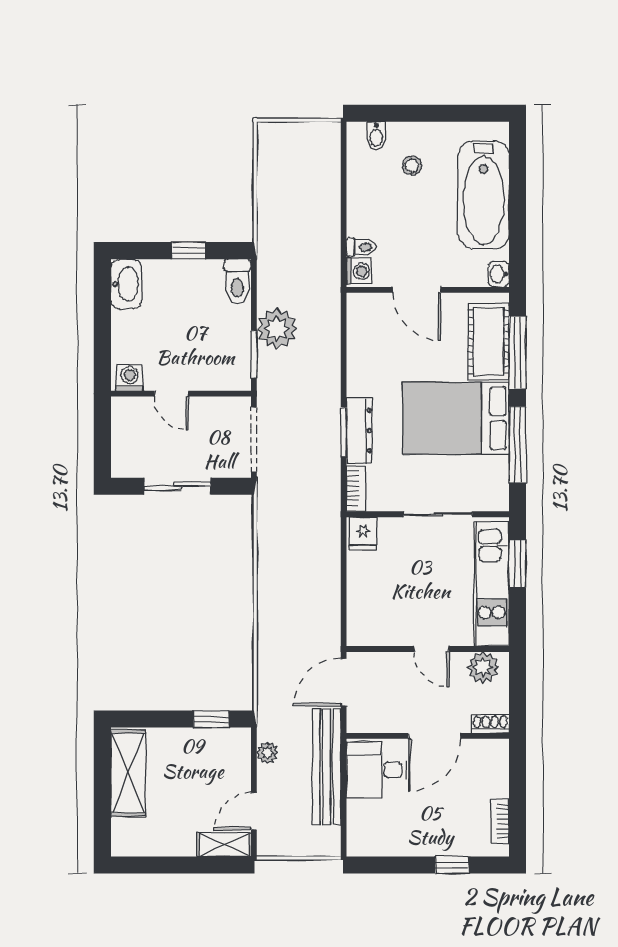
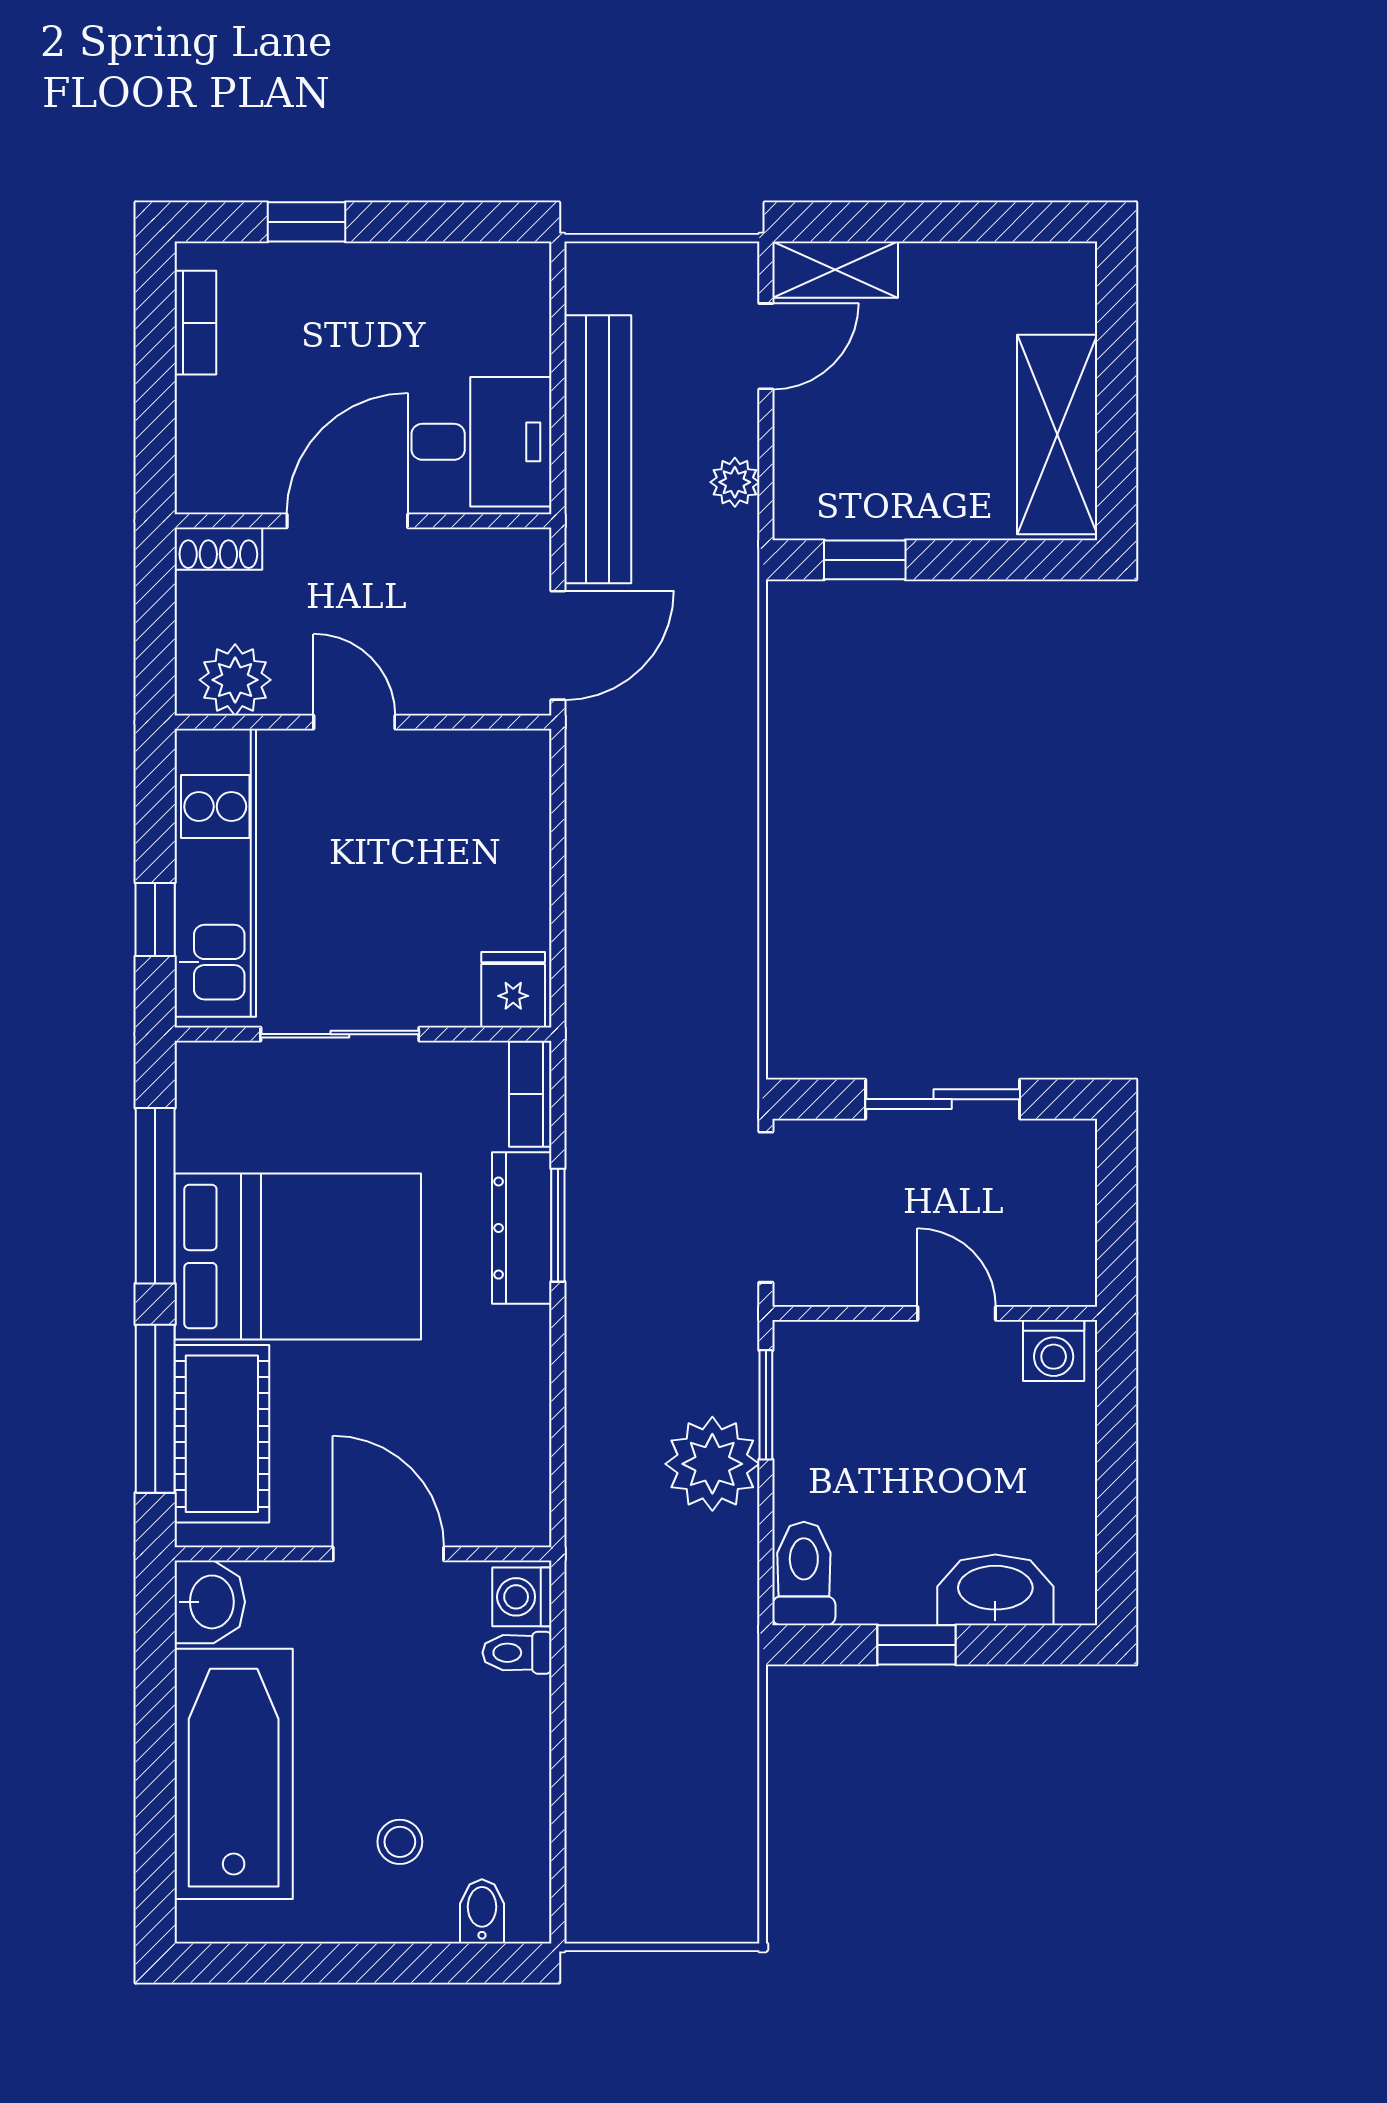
washbasin: (499, 274) -> (210, 1602), width x1.38, depth x1.45
washbasin: (126, 284) -> (995, 1590), moved, turned 90
window: (518, 564) -> (155, 920), width x0.67

